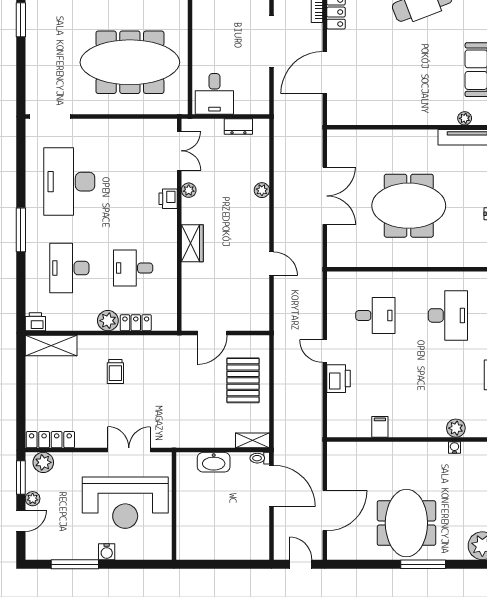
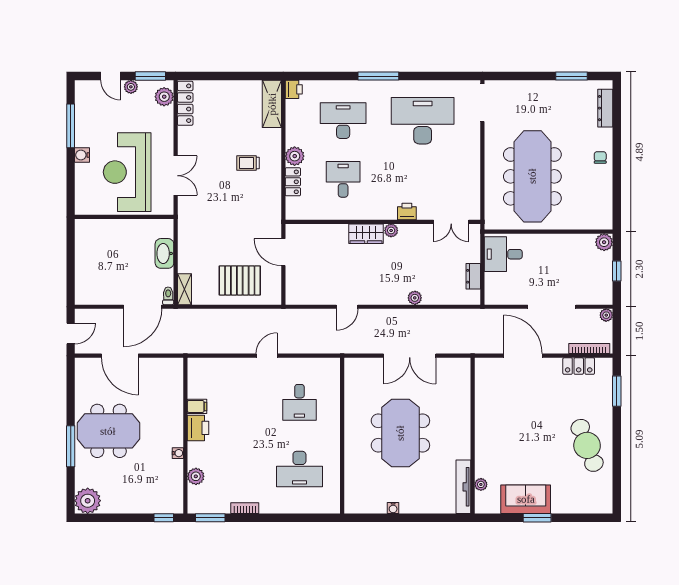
plant: (189, 190) -> (391, 230), moved
printer: (338, 379) -> (198, 428), moved, turned -90
water cooler: (454, 448) -> (178, 453), moved

